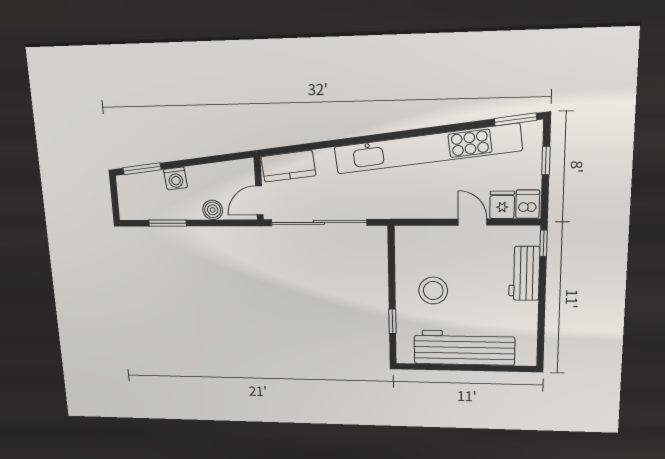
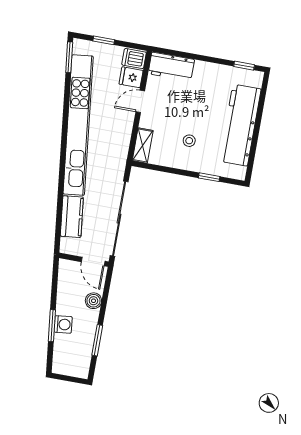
kitchen counter: (288, 166) -> (72, 217), moved
window: (142, 169) -> (52, 326), moved
shelving: (416, 235) -> (143, 146), added
window: (543, 243) -> (244, 66), moved
workbench: (524, 273) -> (171, 67), moved
stool: (433, 291) -> (189, 141), width x0.53, depth x0.53

